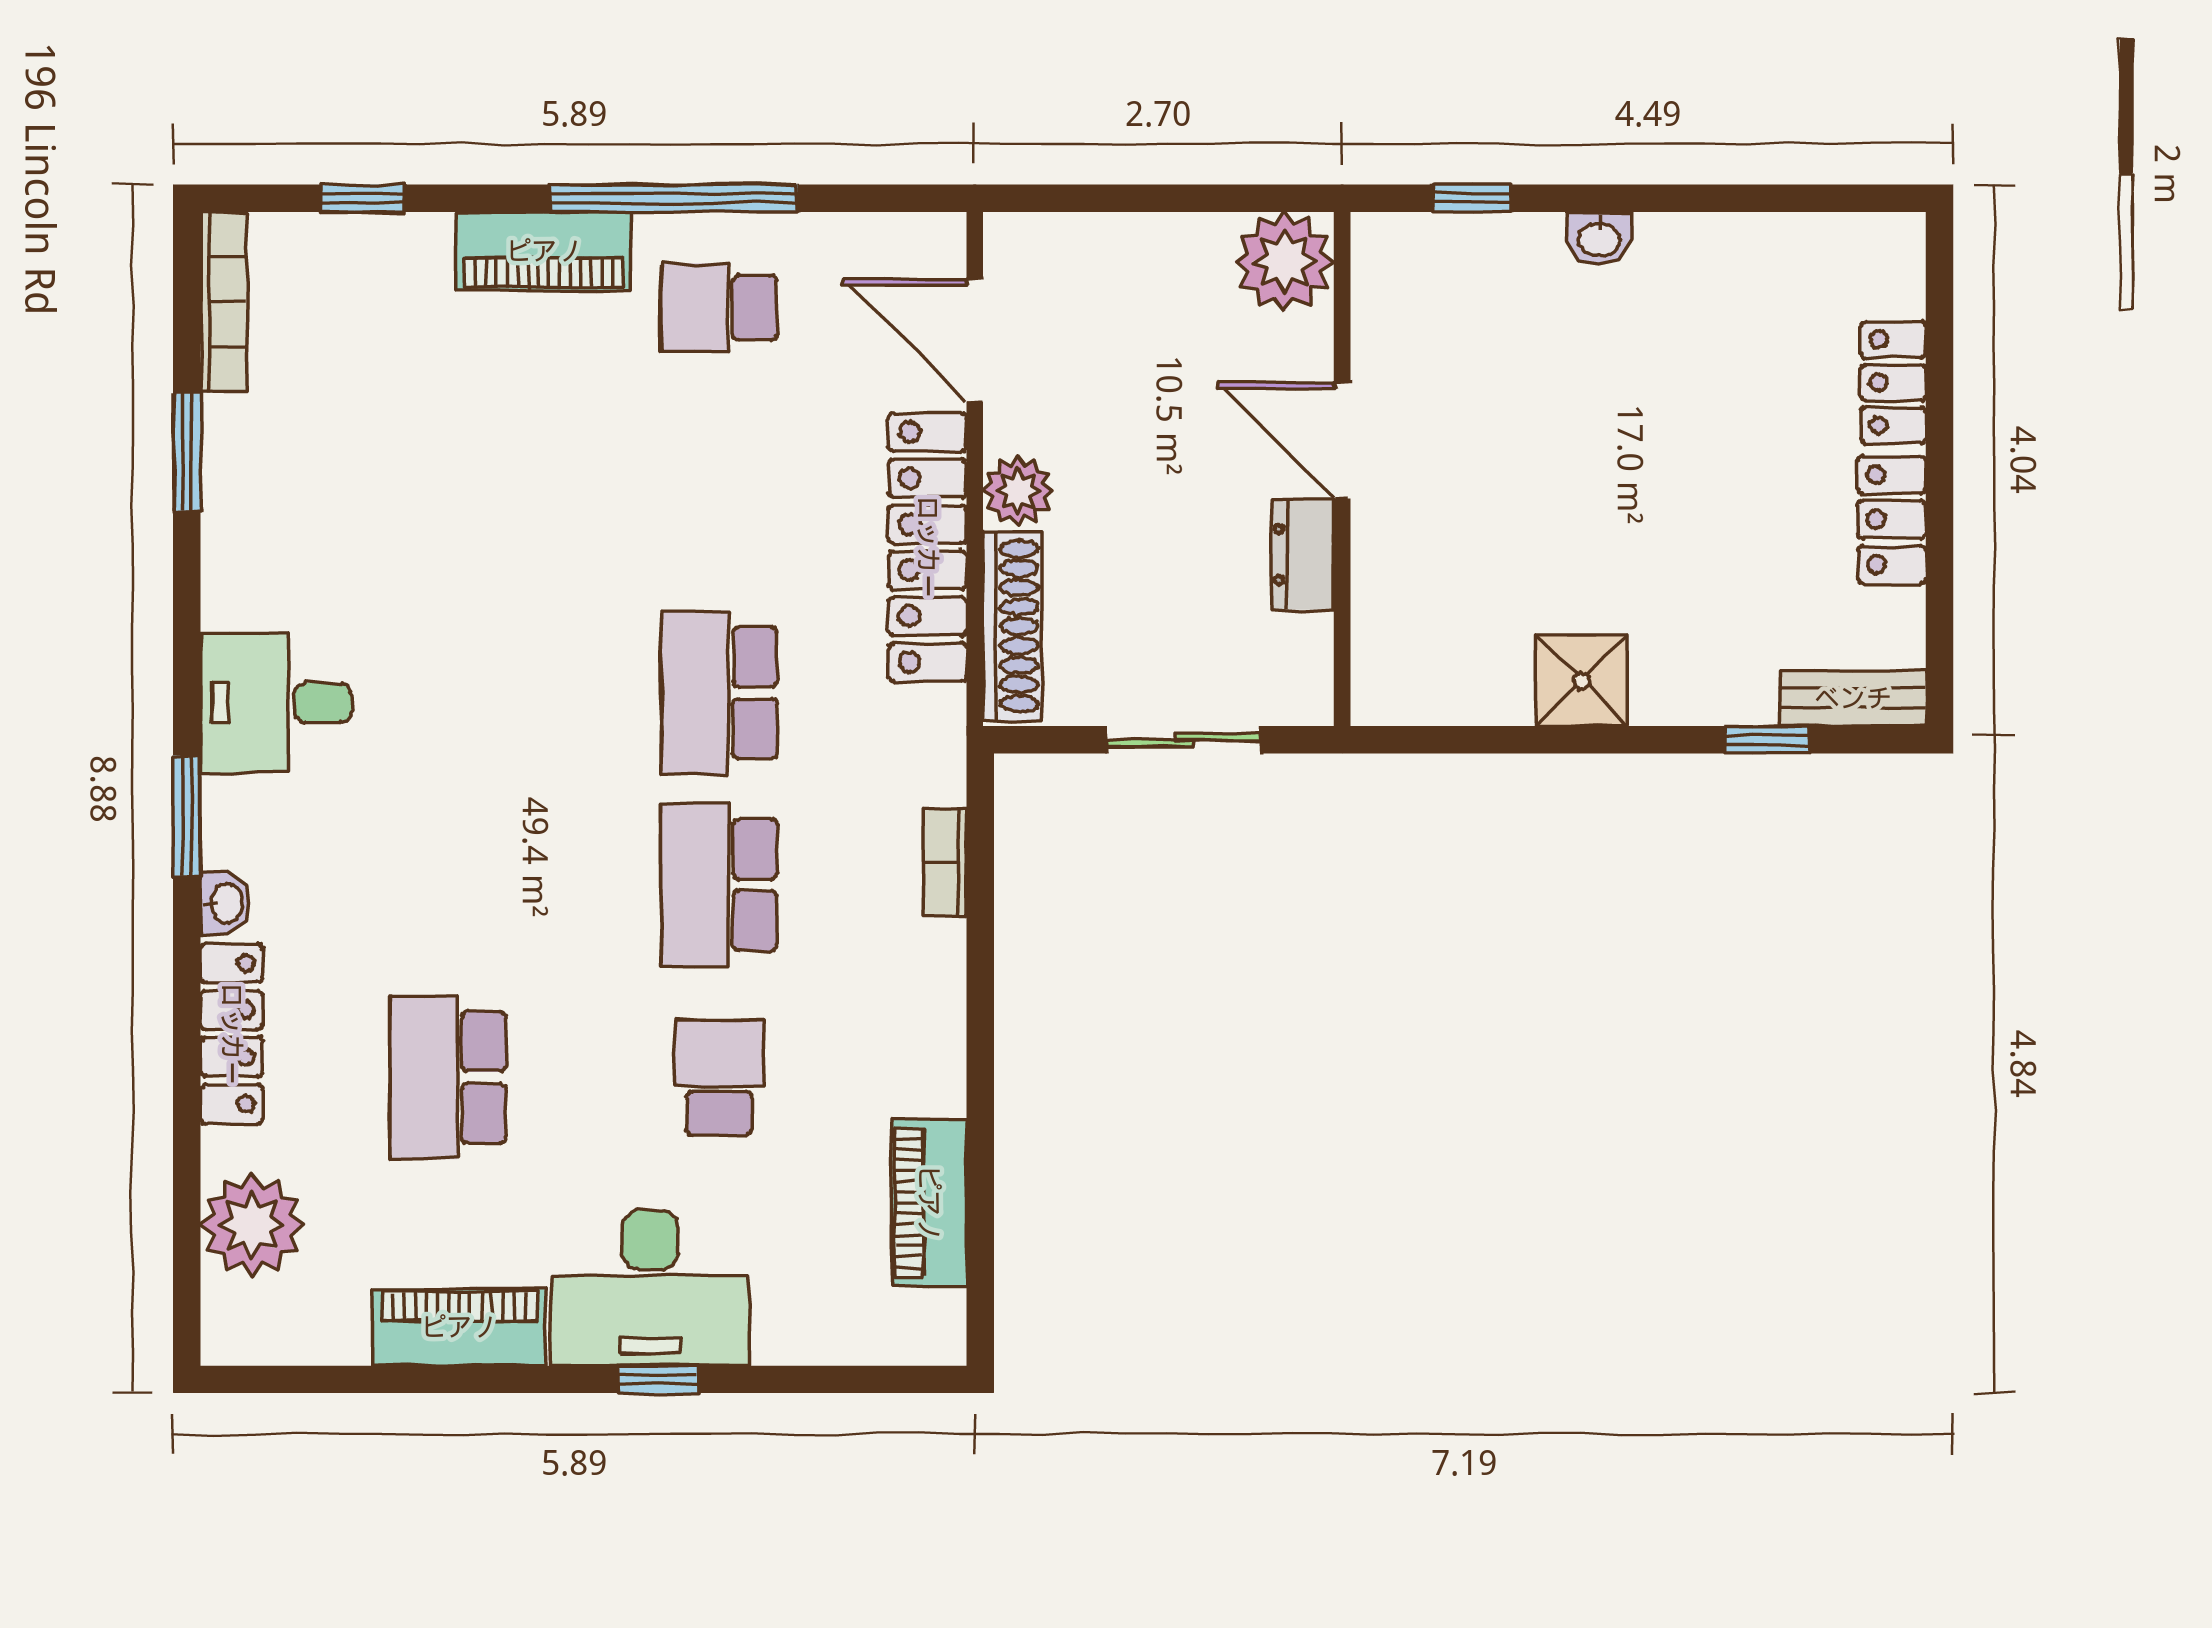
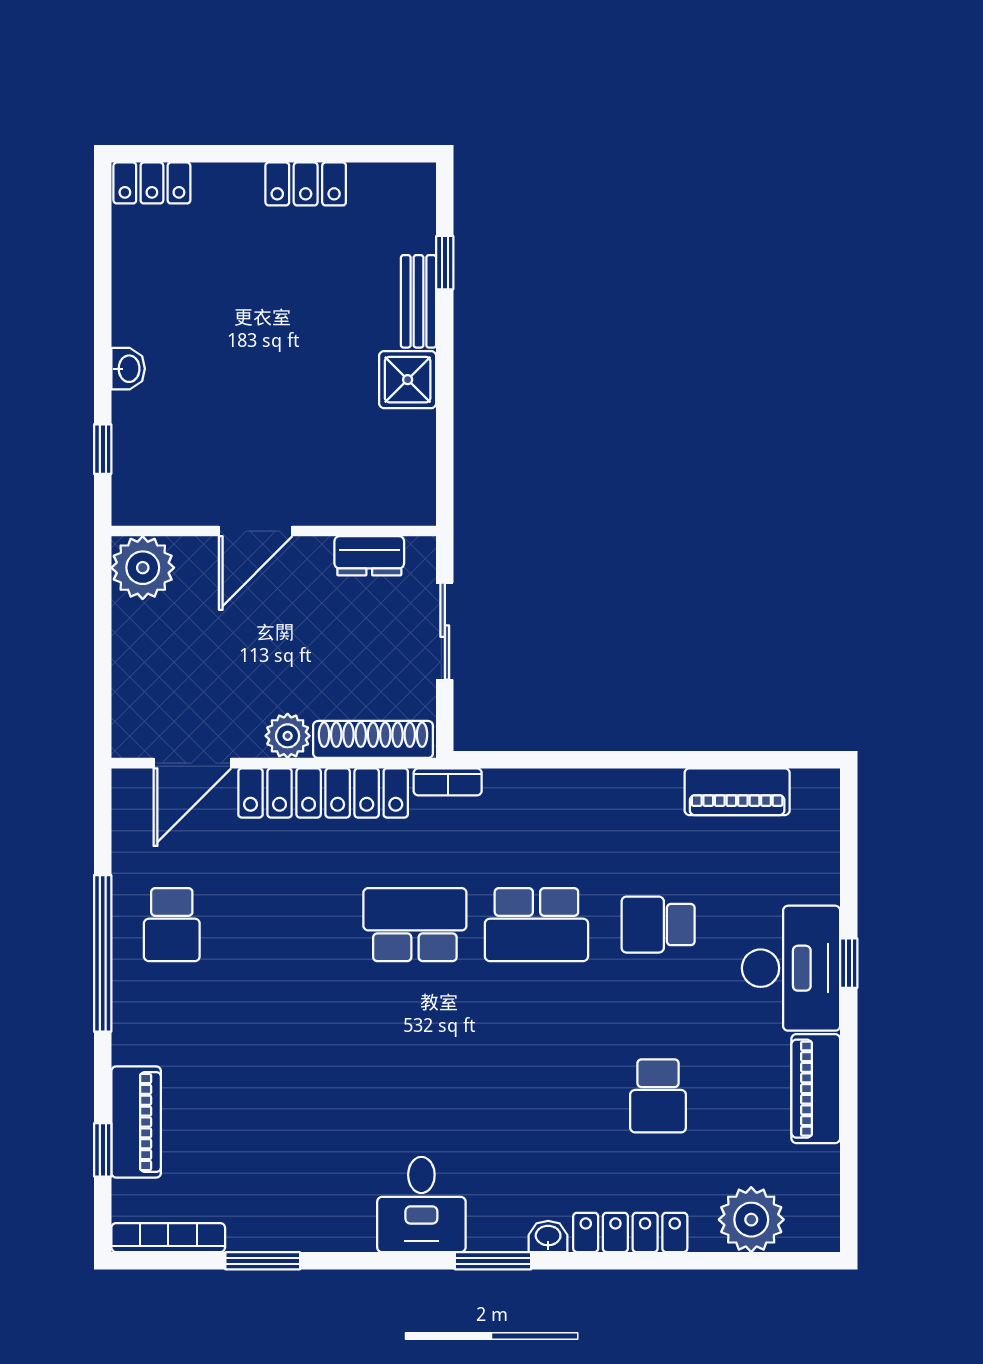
piano: (544, 251) -> (136, 1122), moved
locker: (1893, 382) -> (152, 183), moved
dresser: (1303, 554) -> (369, 556), moved
school desk: (719, 693) -> (415, 925), turned 180
bench: (1853, 698) -> (418, 301), moved
bookcase: (945, 862) -> (448, 782), moved
school desk: (448, 1078) -> (658, 1096), width x0.54

